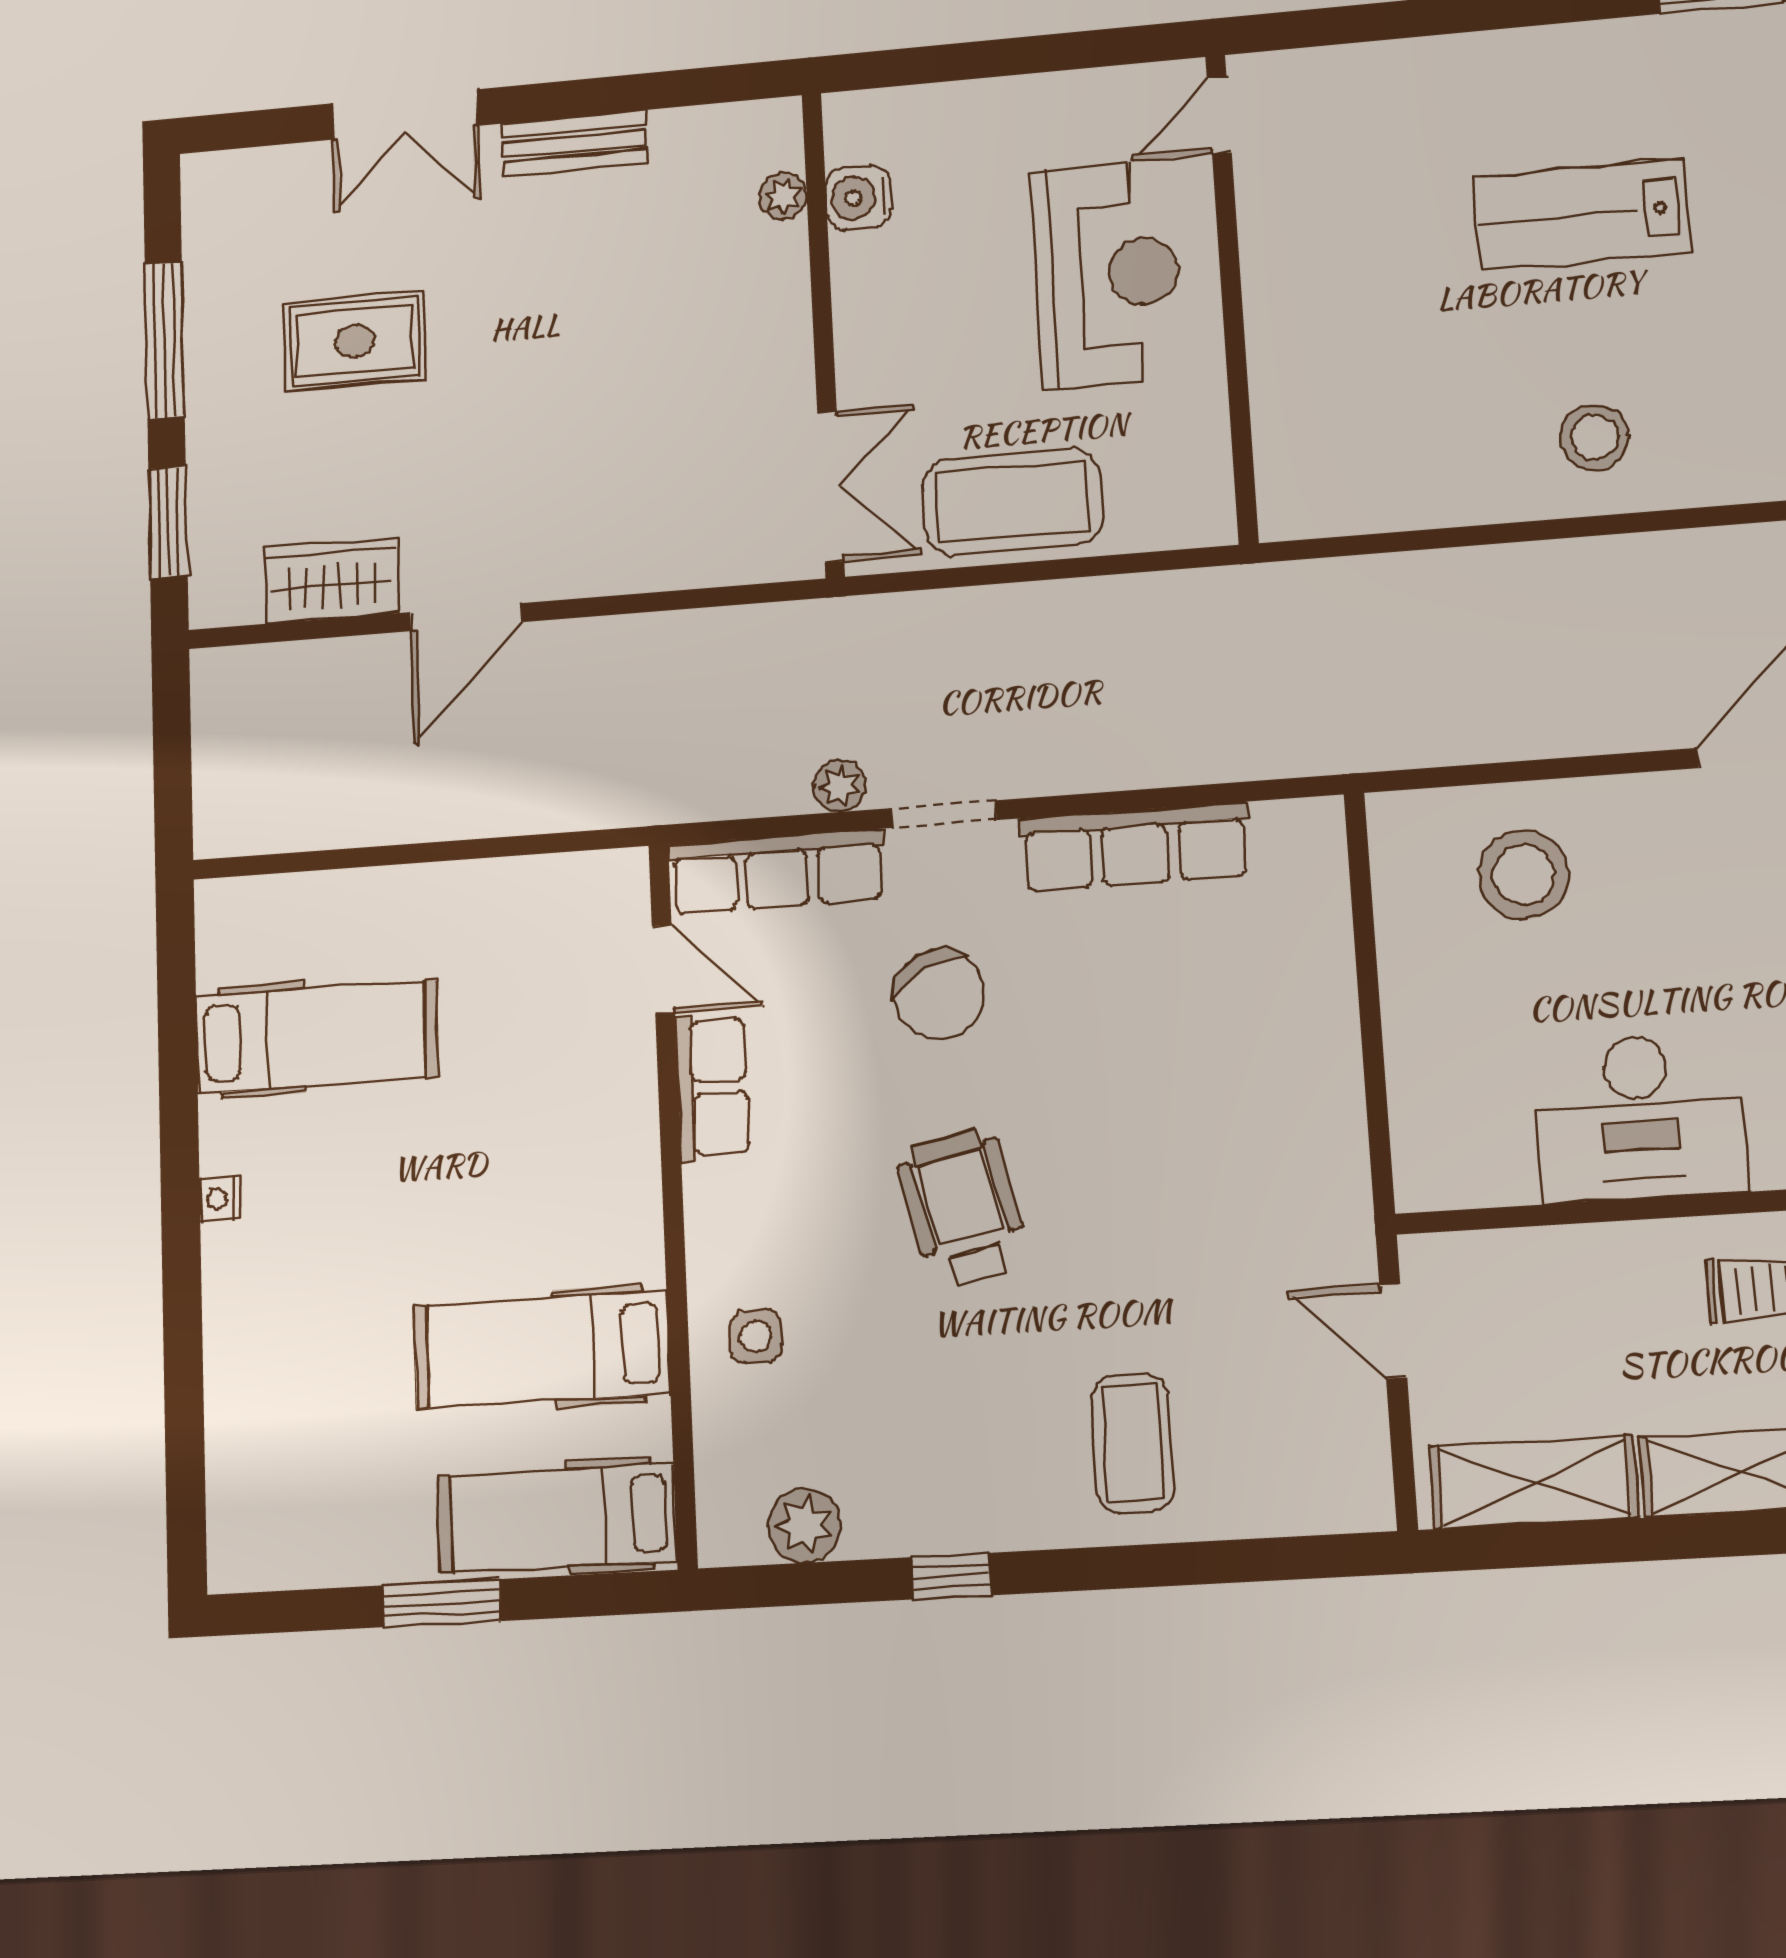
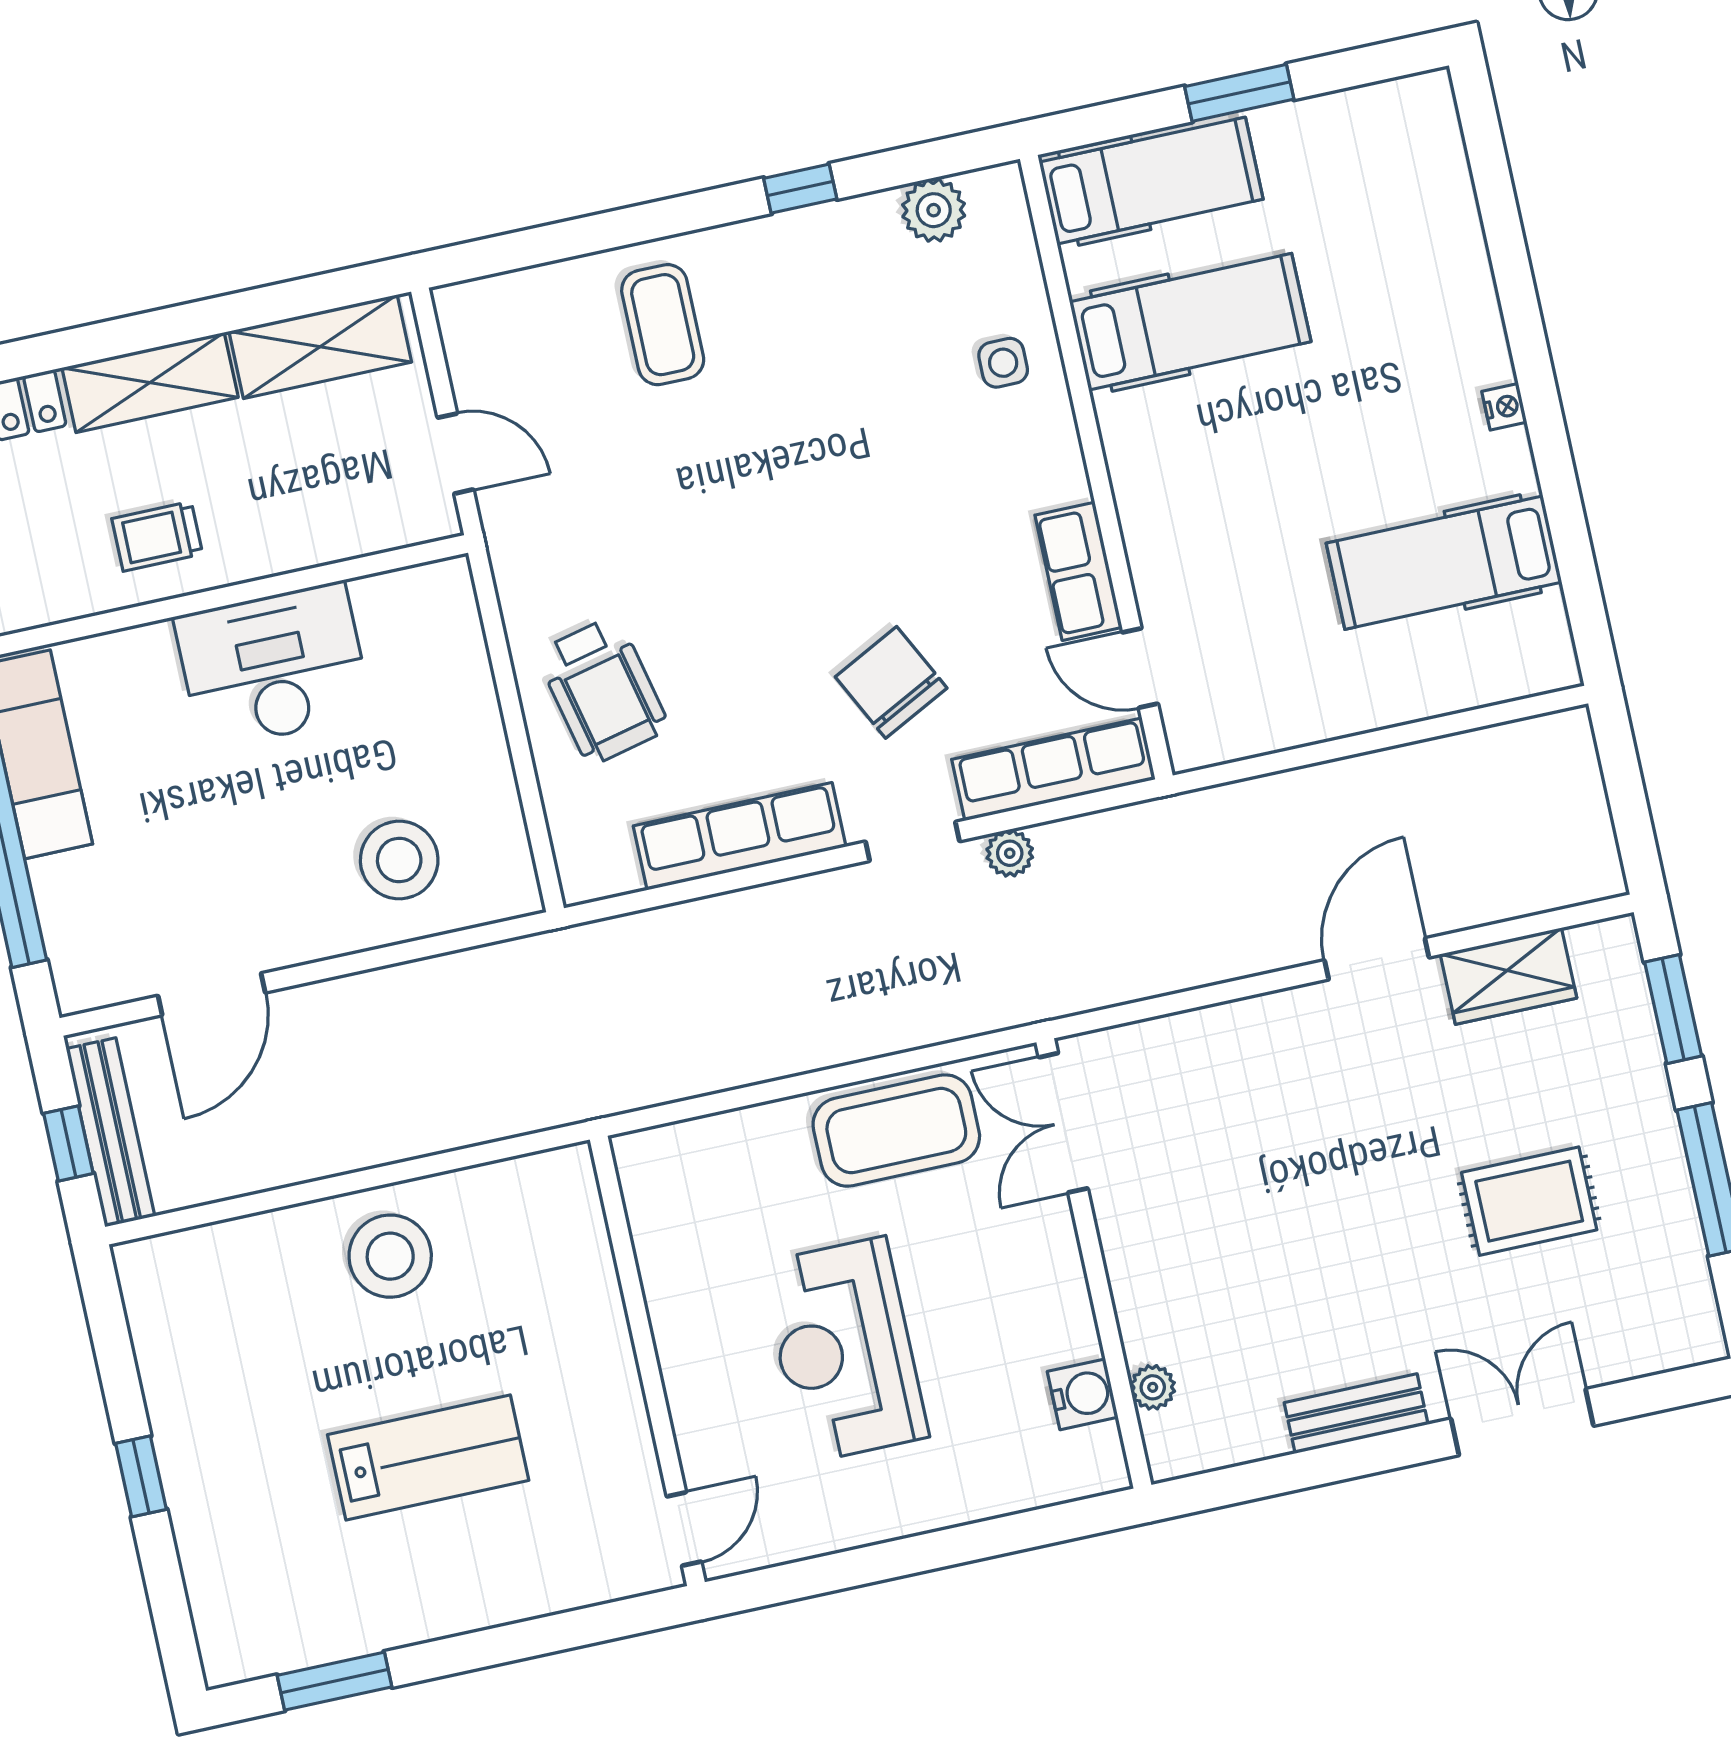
door: (1219, 115) -> (684, 1529), moved
wall: (1232, 297) -> (647, 1361), moved
stool: (1594, 437) -> (390, 1256), width x1.38, depth x1.38
wheelchair: (963, 1208) -> (603, 690), moved

